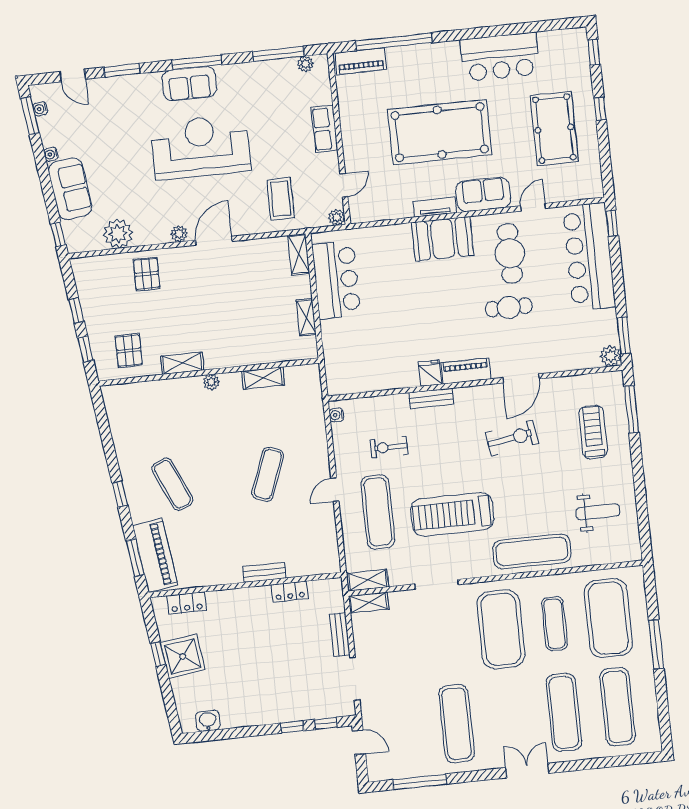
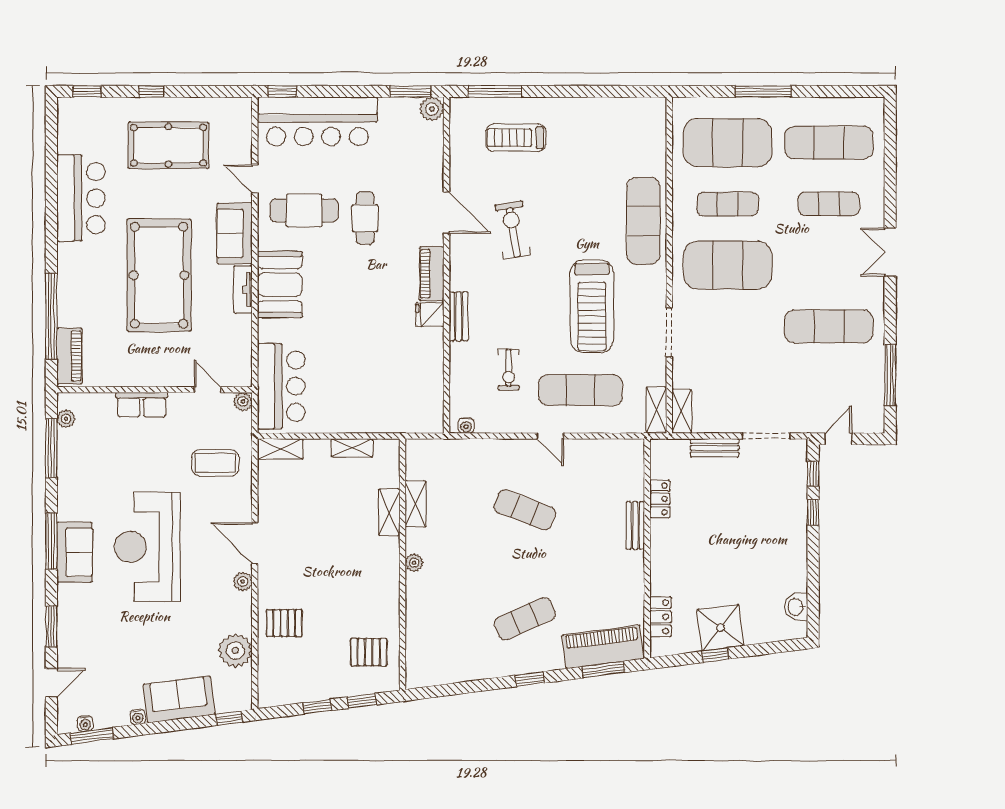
bar counter: (336, 280) -> (281, 386), moved, turned 90
shelving: (182, 363) -> (389, 512), moved
weight bench: (598, 512) -> (606, 142), removed
exercise mat: (564, 712) -> (829, 204), width x0.73, depth x0.69

